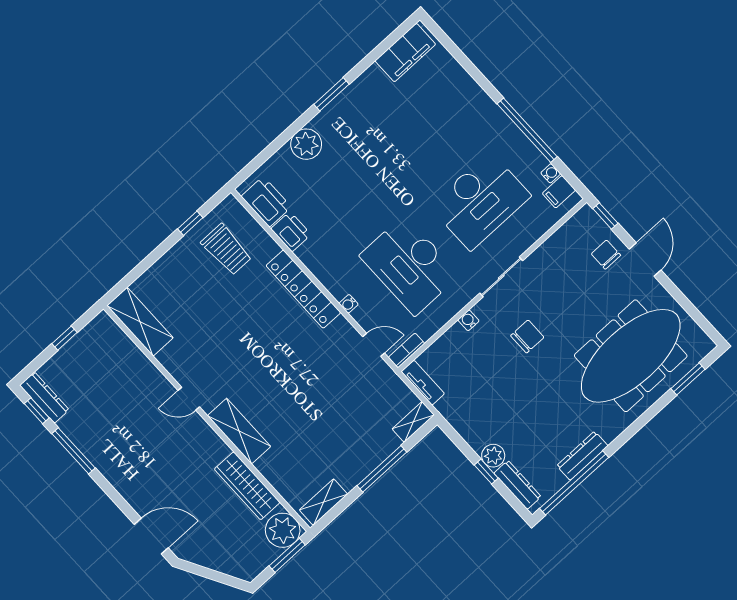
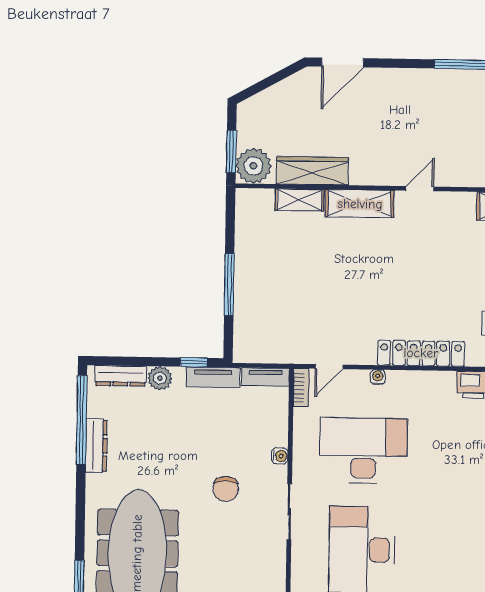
tv unit: (457, 419) -> (213, 377), added
shelving: (413, 422) -> (242, 342), removed
window: (486, 472) -> (194, 362), moved
shelving: (323, 502) -> (299, 200), moved, turned 90

